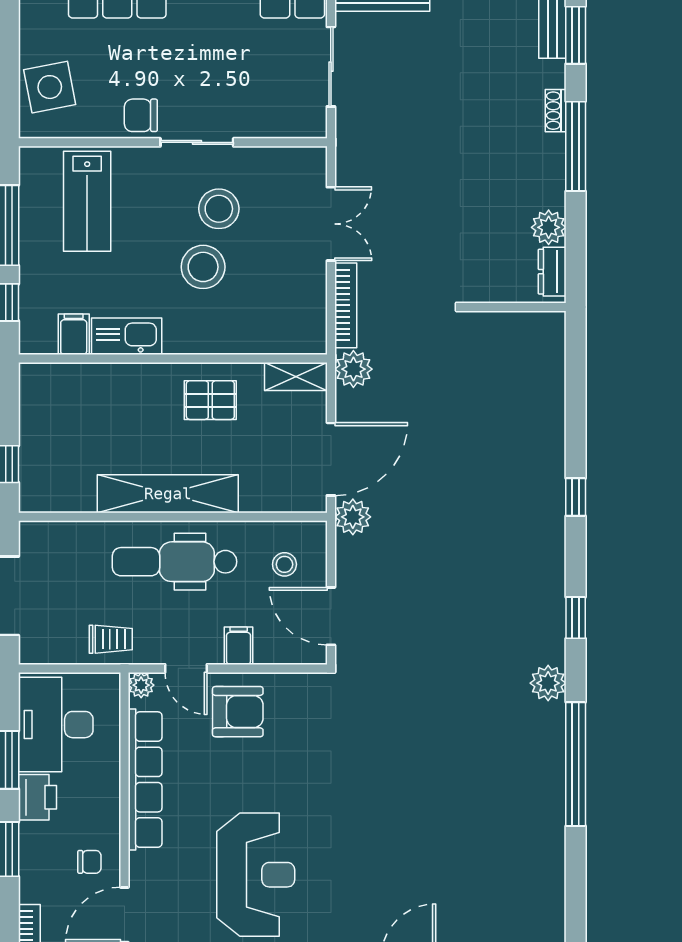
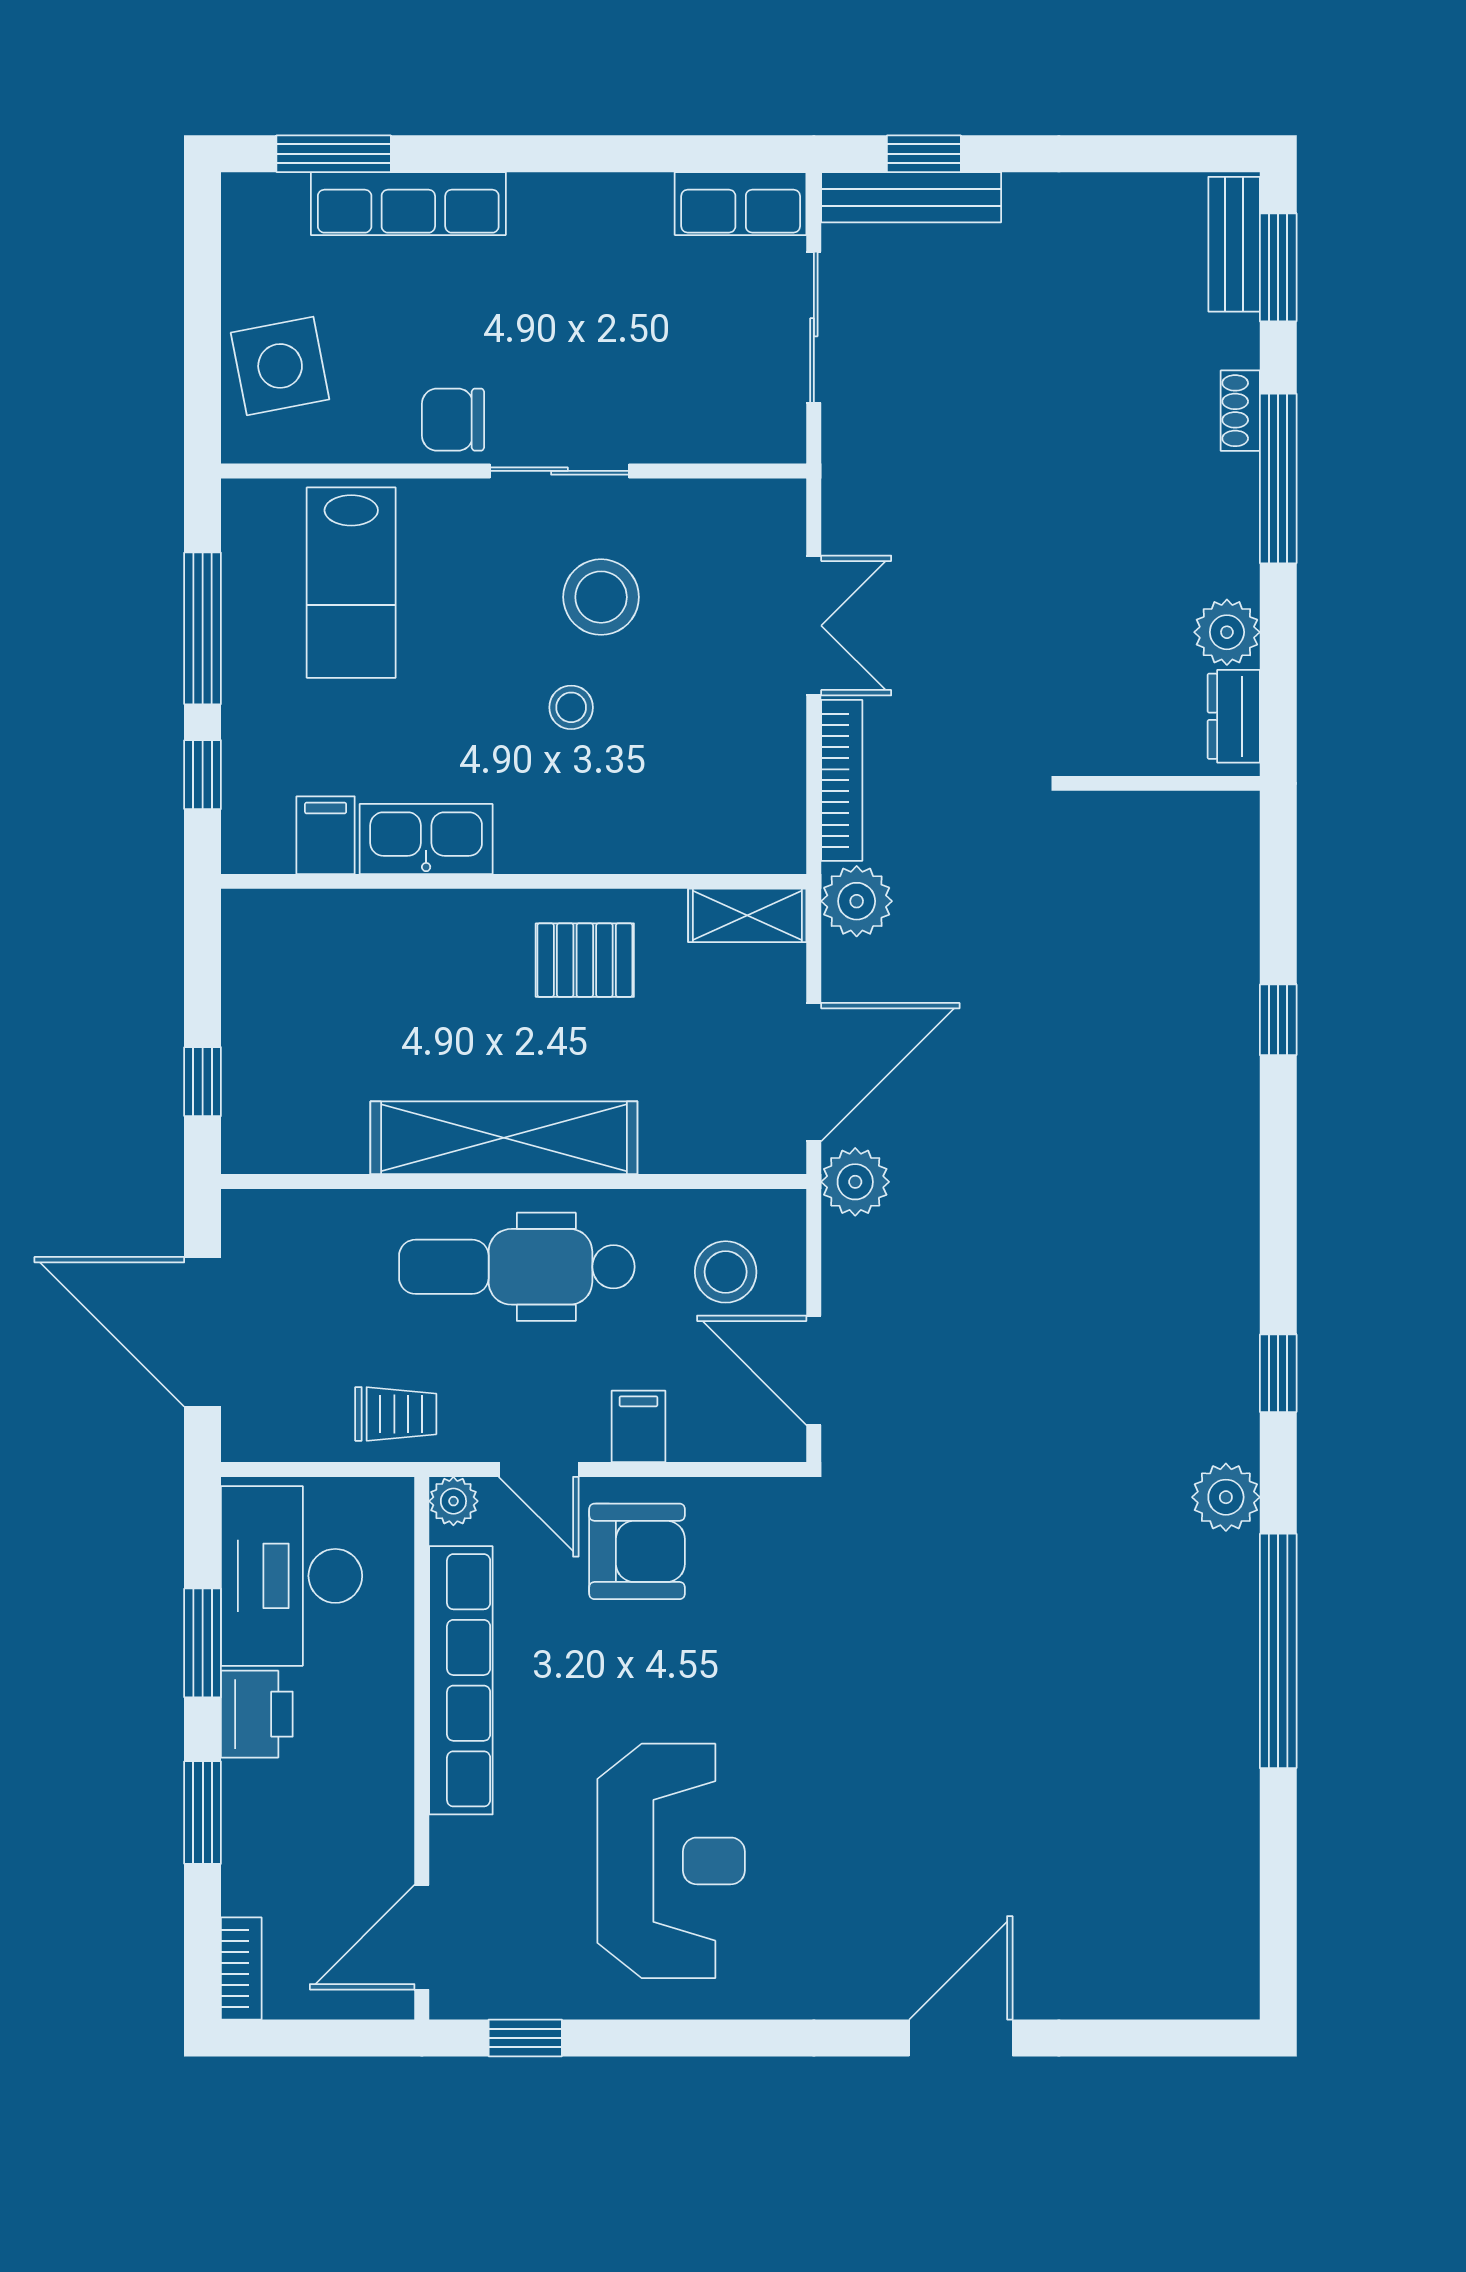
stool: (203, 267) -> (571, 707), width x0.53, depth x0.53
window: (576, 497) -> (1278, 1020), moved
stool: (284, 564) -> (726, 1272), width x1.37, depth x1.37
chair: (89, 862) -> (355, 1837), removed

